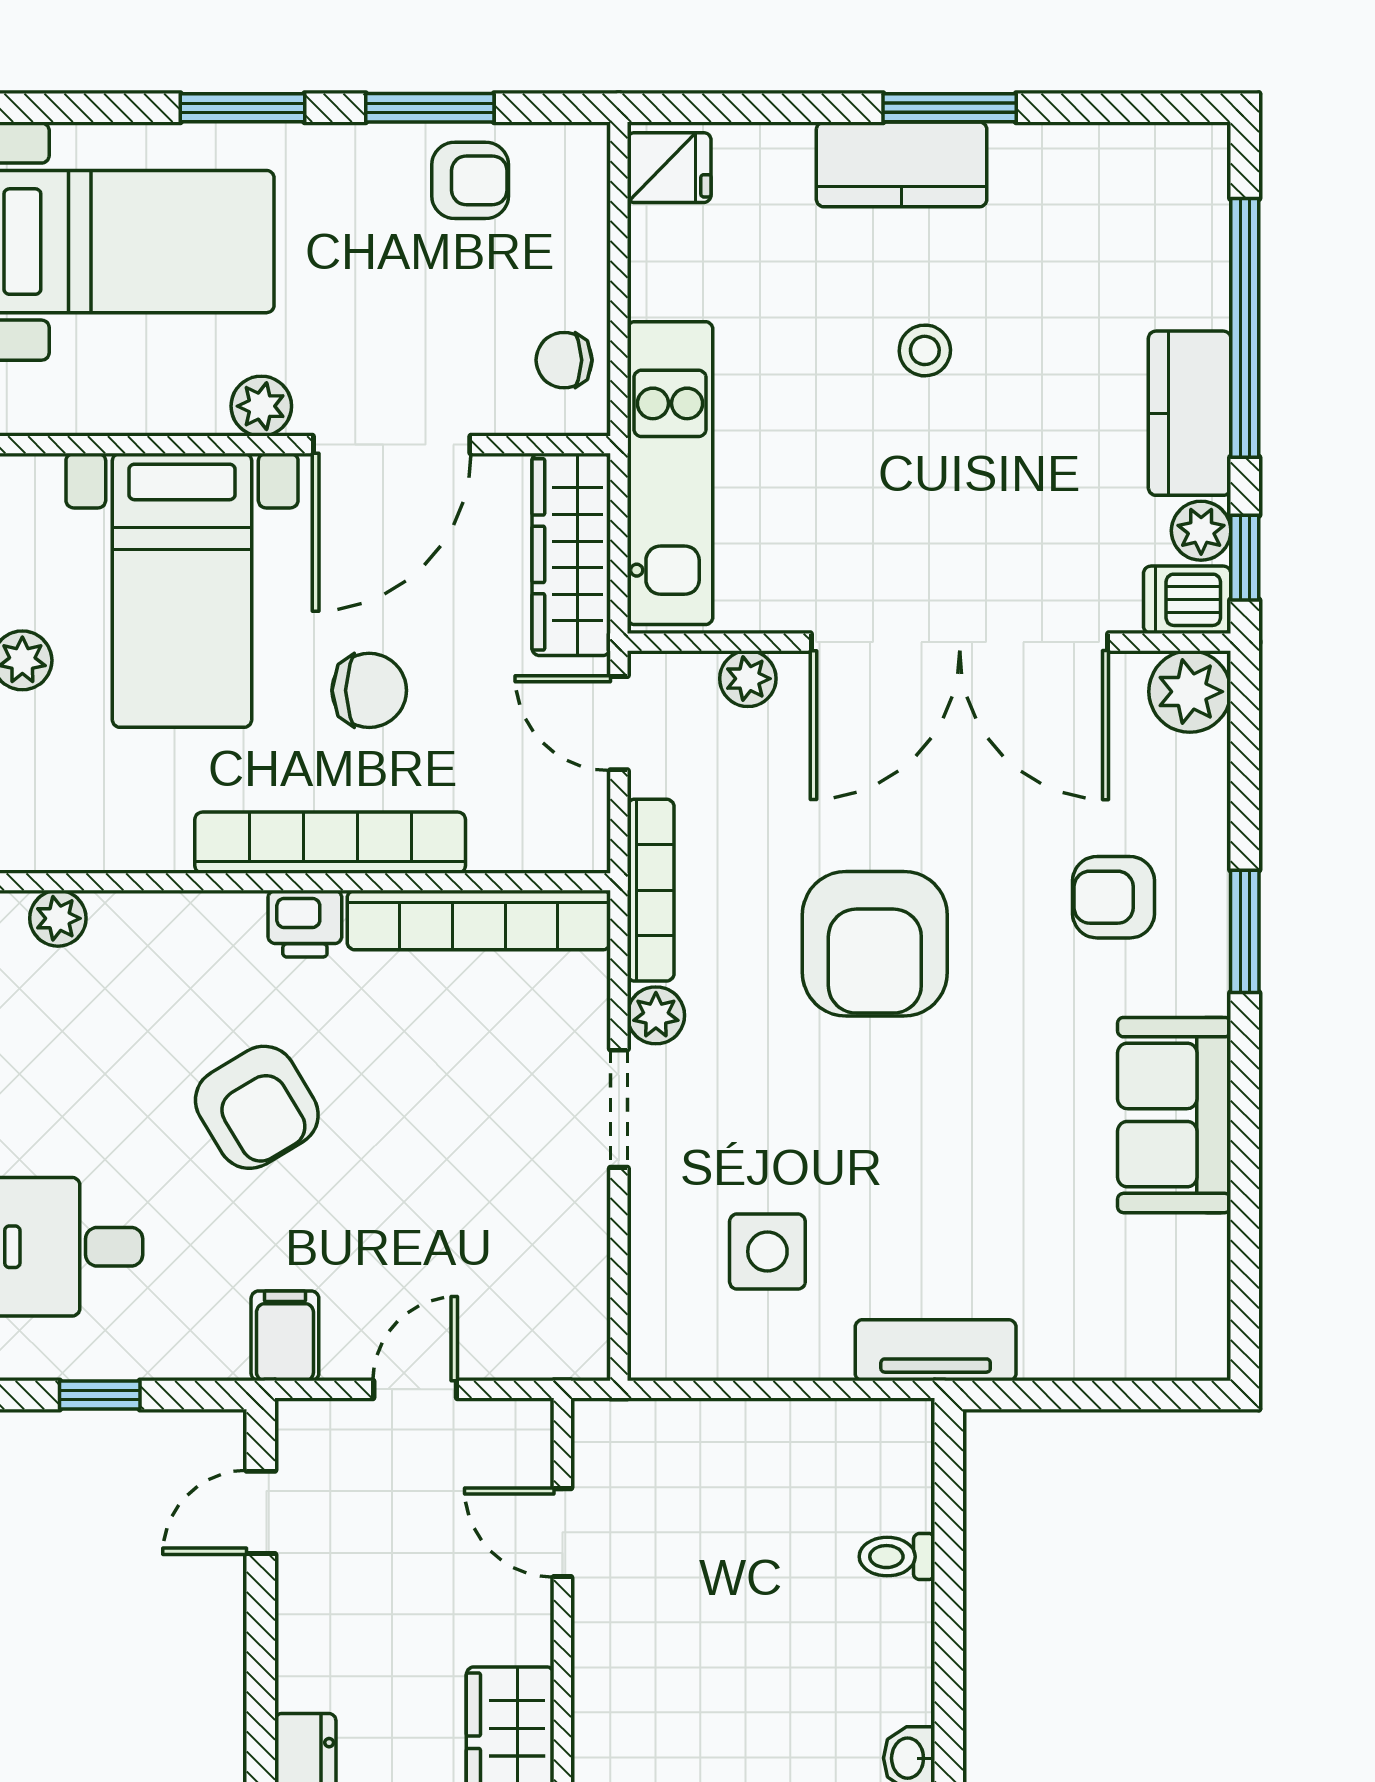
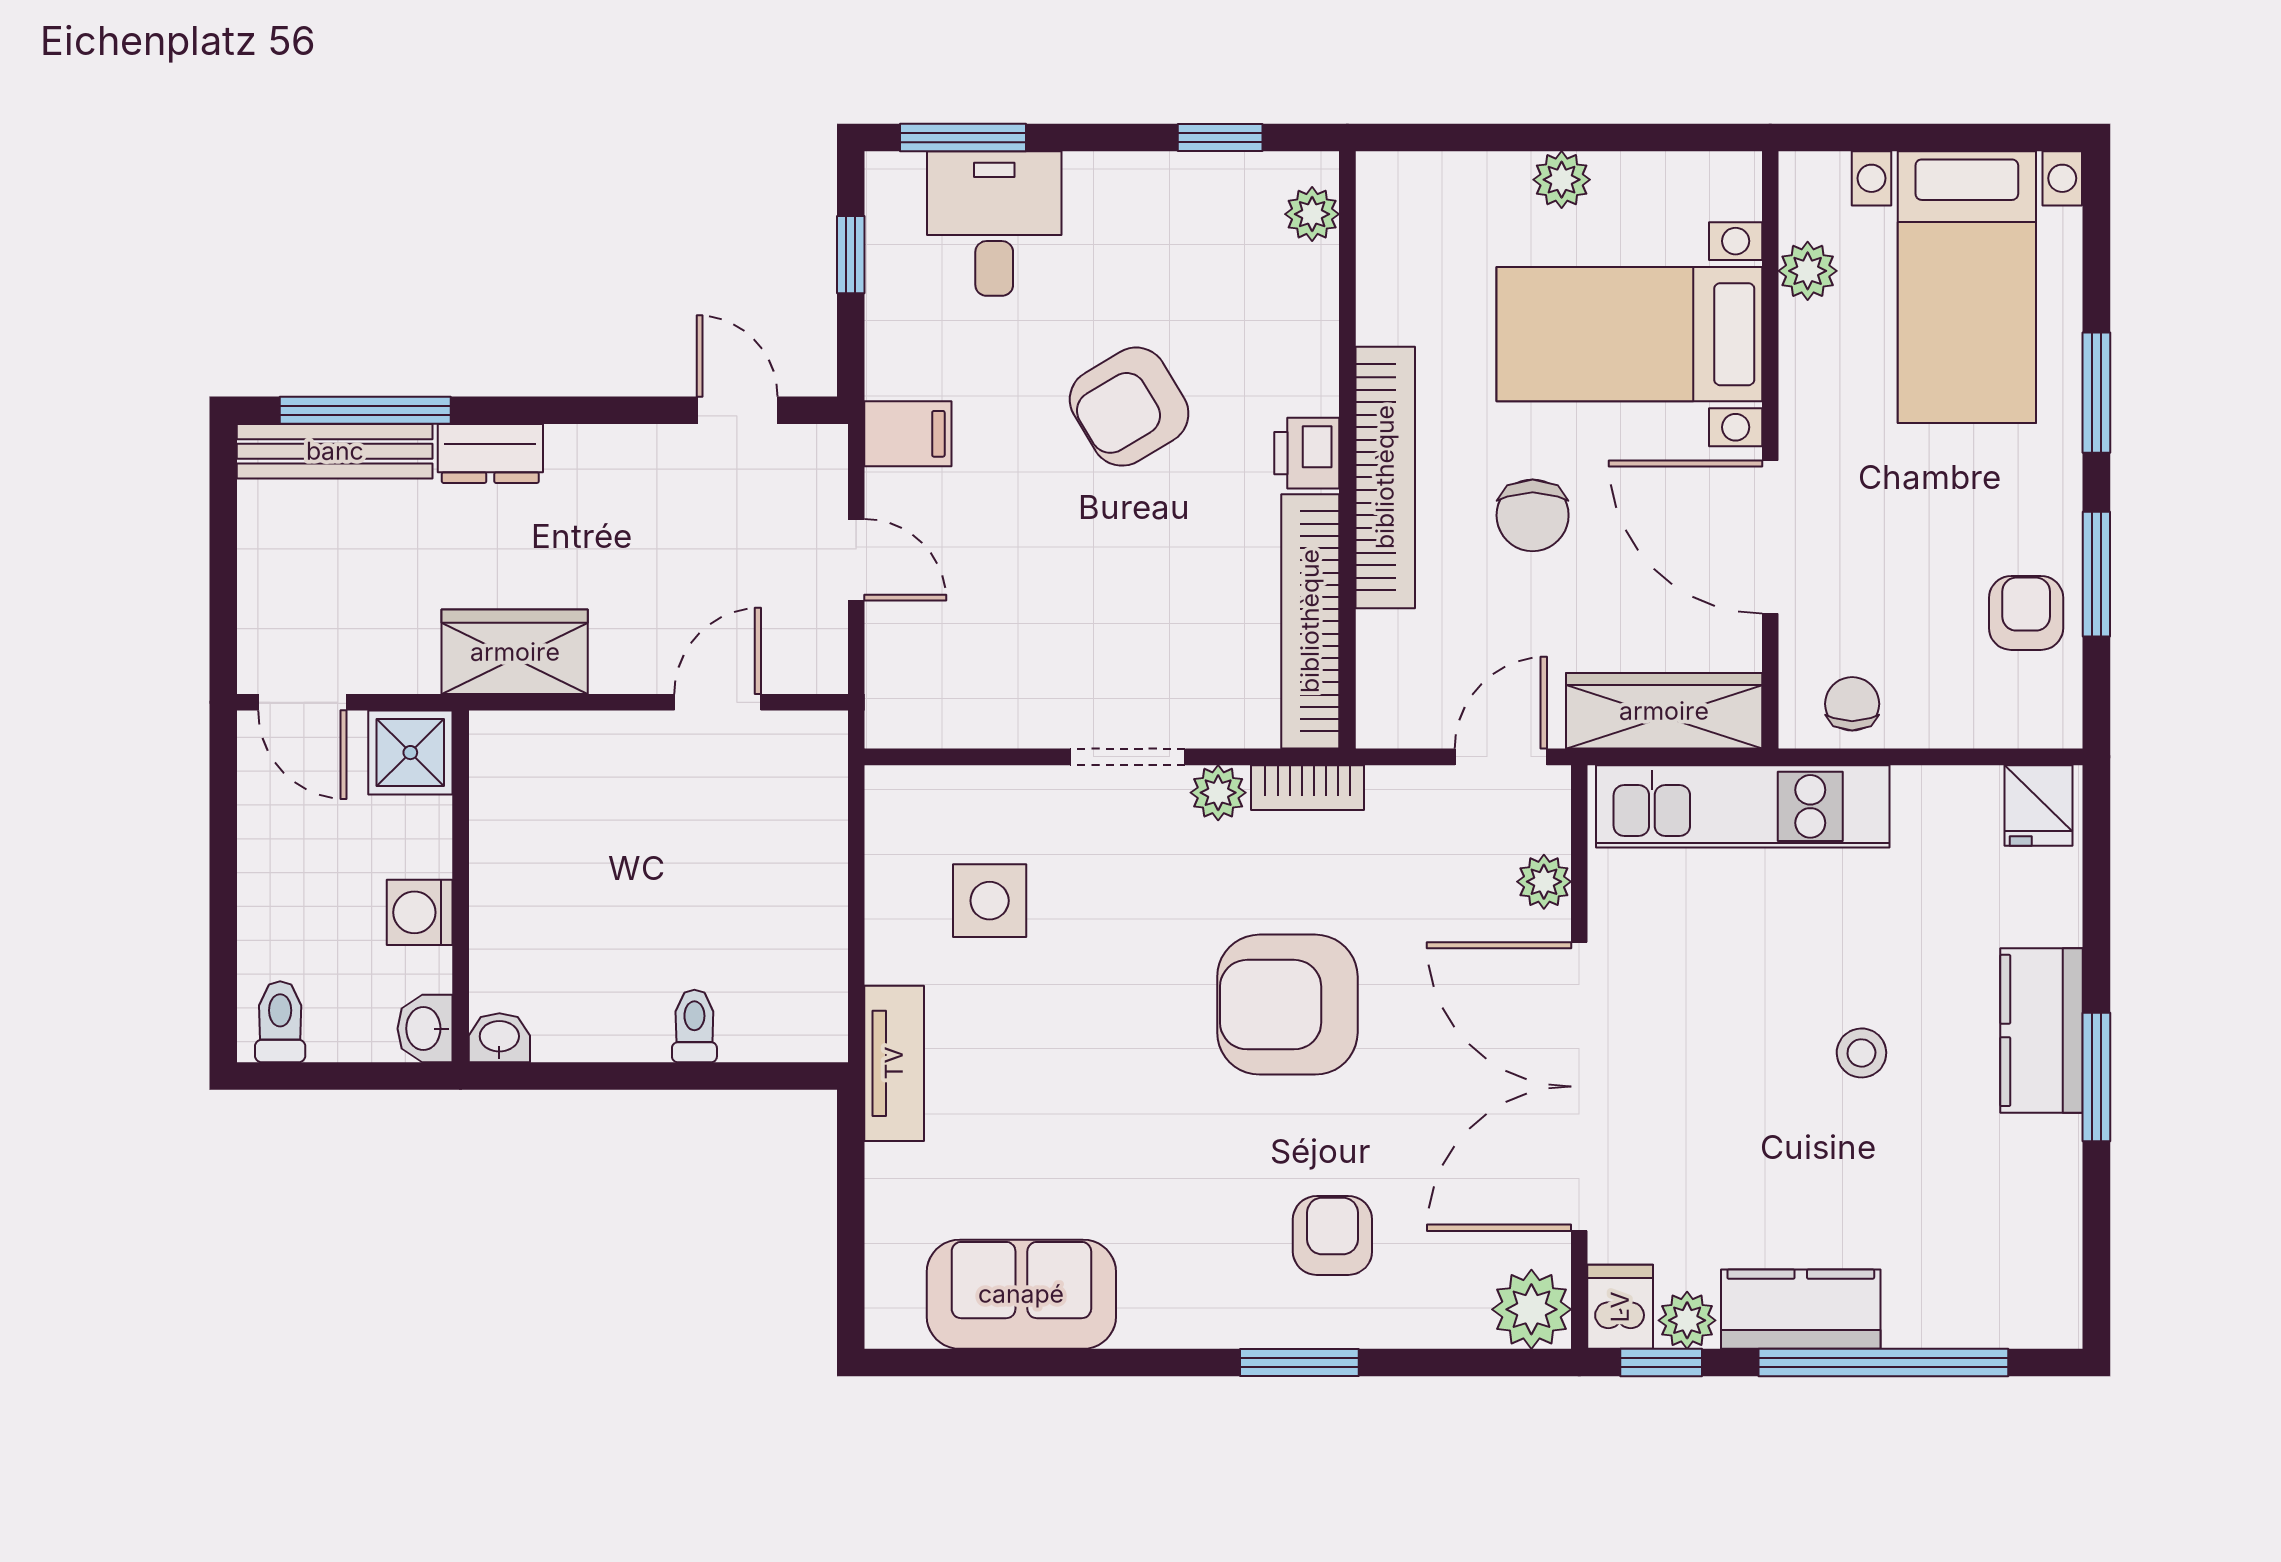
armchair: (470, 180) -> (2026, 613), turned 180
plant: (261, 406) -> (1808, 271), moved
bookcase: (651, 890) -> (1308, 788), width x0.64
sofa: (1174, 1115) -> (1021, 1294), moved

